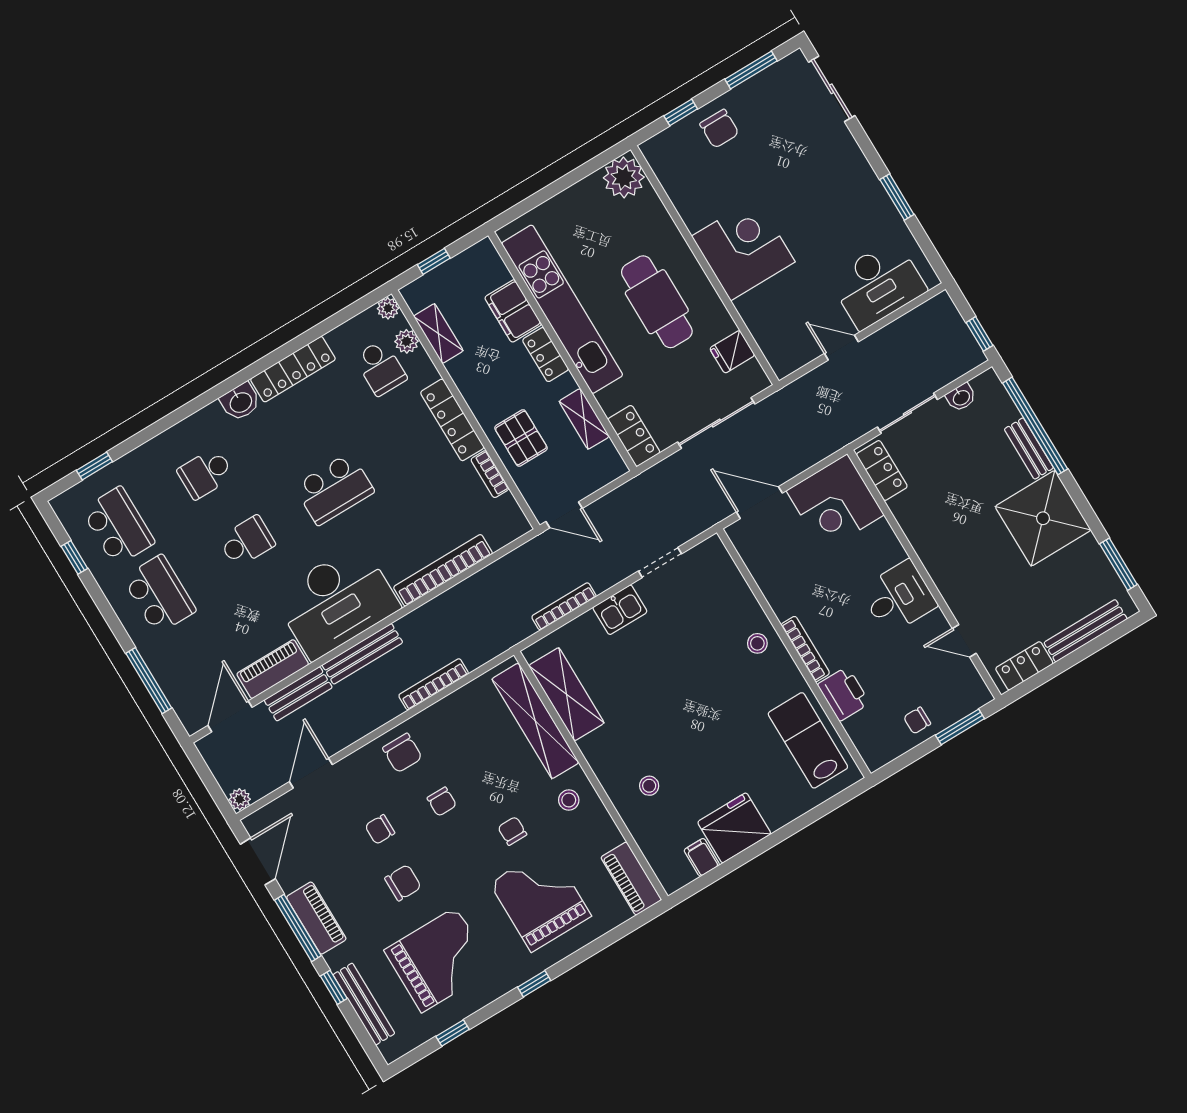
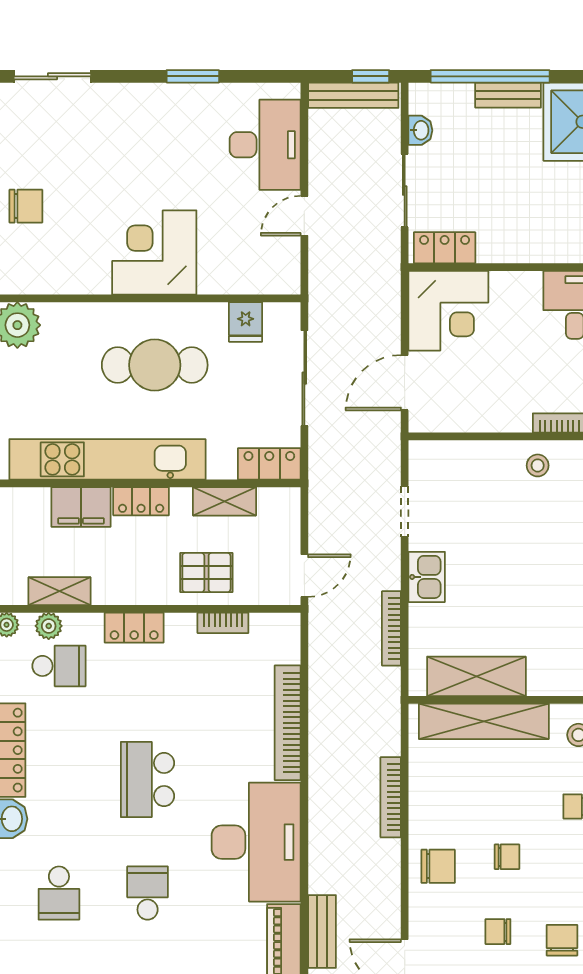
locker: (452, 420) -> (134, 628), width x0.66
school desk: (334, 489) -> (148, 780), turned 180
bench: (362, 654) -> (353, 95), moved, turned 90
chair: (380, 829) -> (498, 932), turned 90

